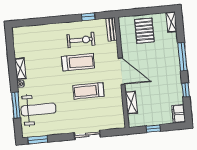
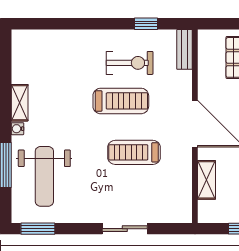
weight bench: (38, 109) -> (44, 176), turned 90

